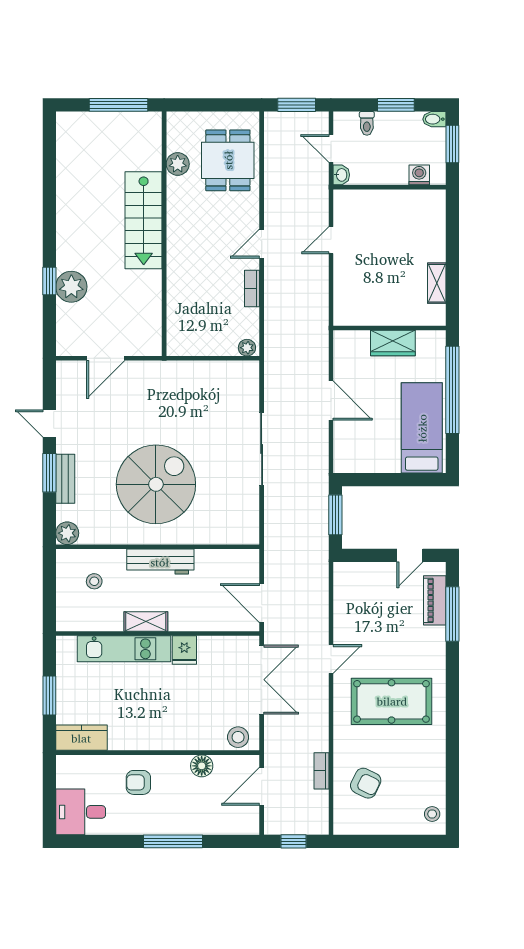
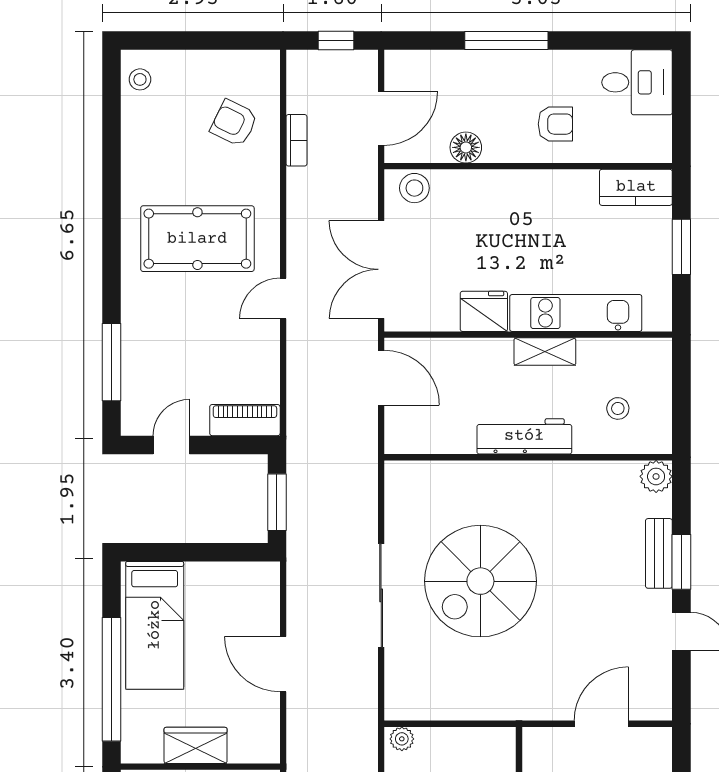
spiral stairs: (156, 484) -> (480, 581), moved
piano: (435, 600) -> (245, 420), moved, turned -90
fridge: (184, 650) -> (484, 311), width x1.38

